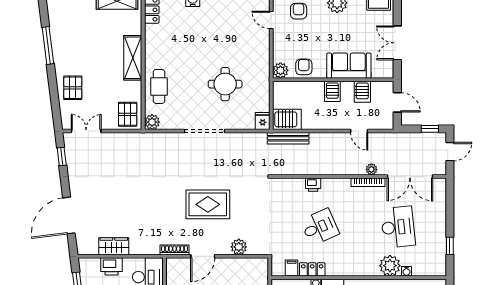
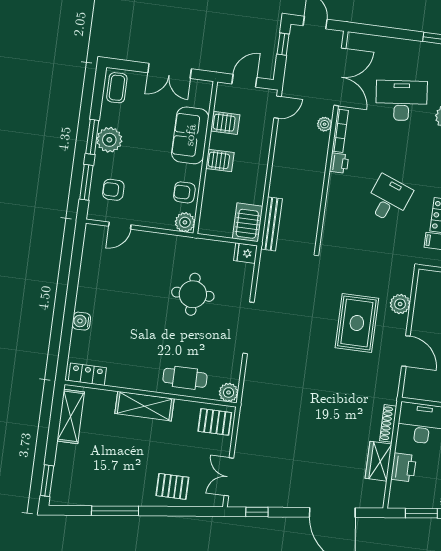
door: (359, 131) -> (278, 107), moved
printer: (313, 185) -> (339, 163), moved
rug: (208, 204) -> (357, 323), moved
desk: (320, 227) -> (388, 199), turned 45
shoe rack: (174, 250) -> (388, 423), moved

